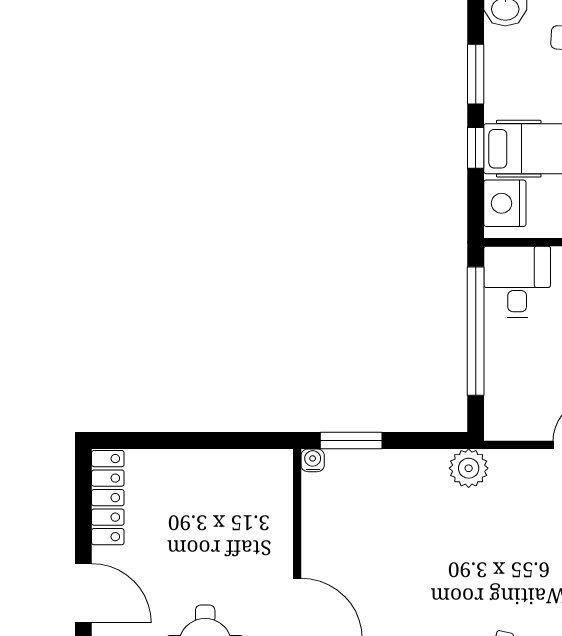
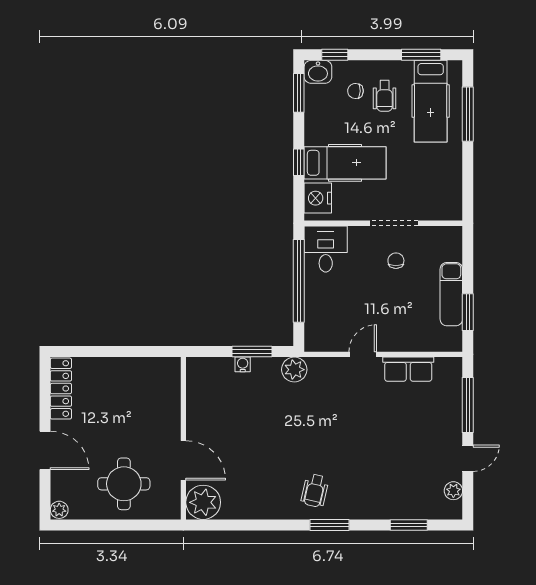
window: (476, 74) -> (299, 93), moved
window: (351, 440) -> (252, 352), moved
water cooler: (313, 460) -> (243, 364), moved

